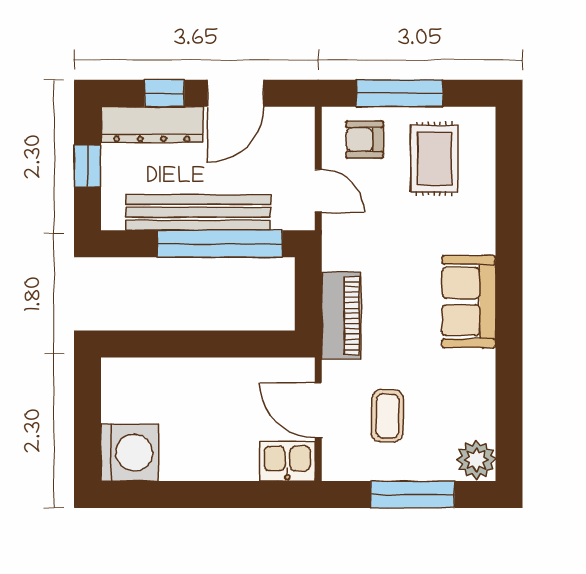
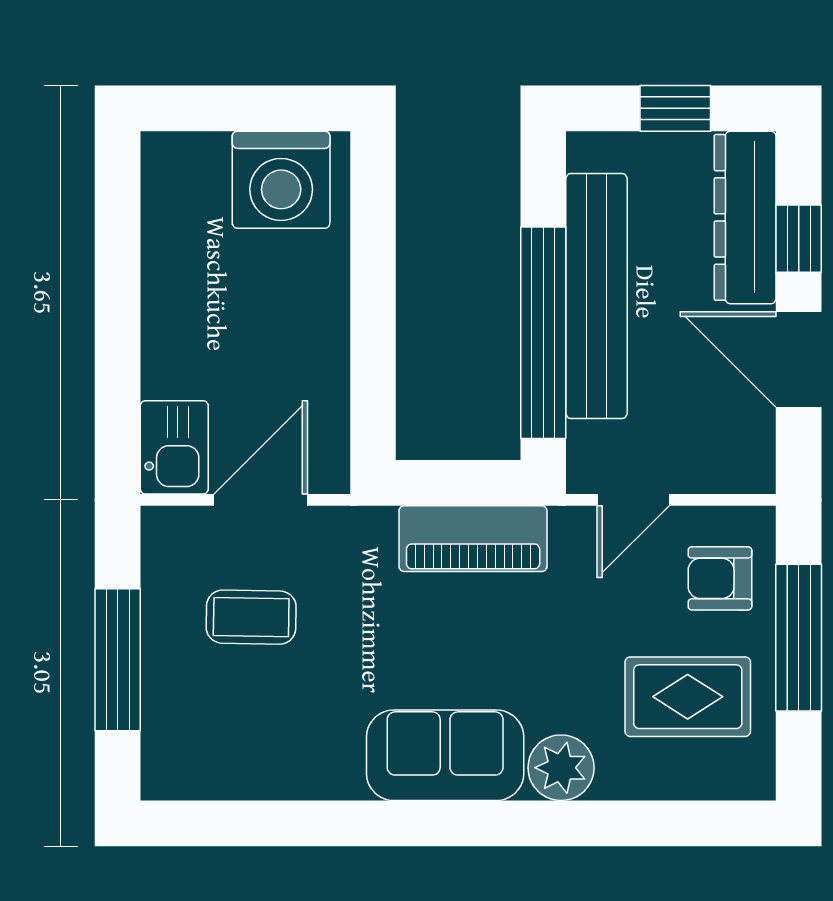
armchair: (365, 140) -> (720, 578), turned -90
piano: (341, 316) -> (473, 539), moved
washing machine: (130, 453) -> (281, 180), moved
plant: (476, 460) -> (561, 768), moved

